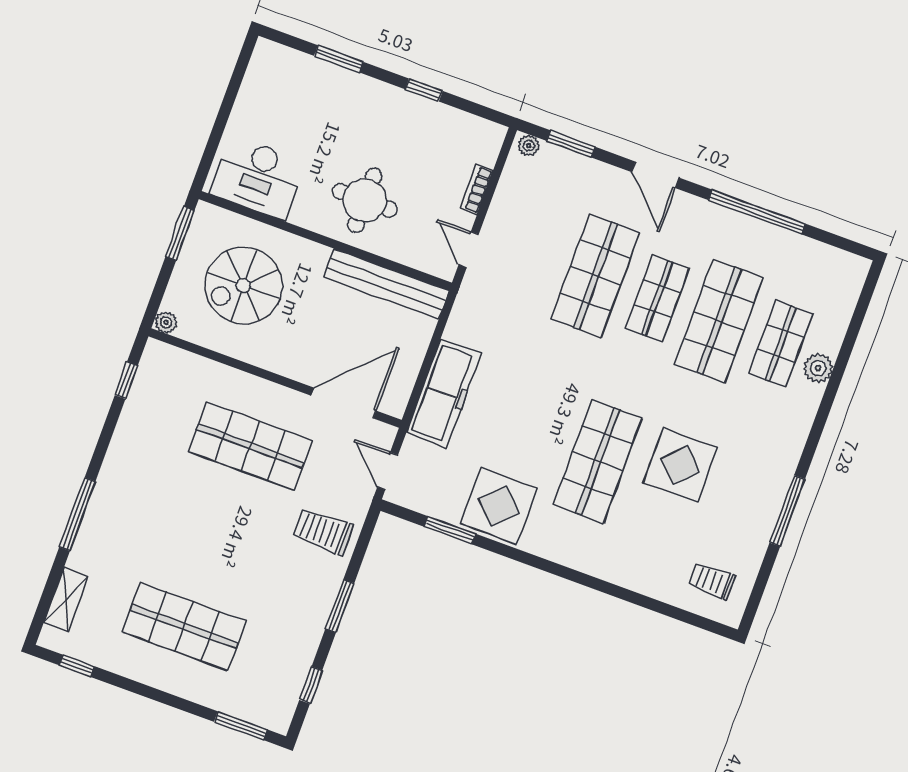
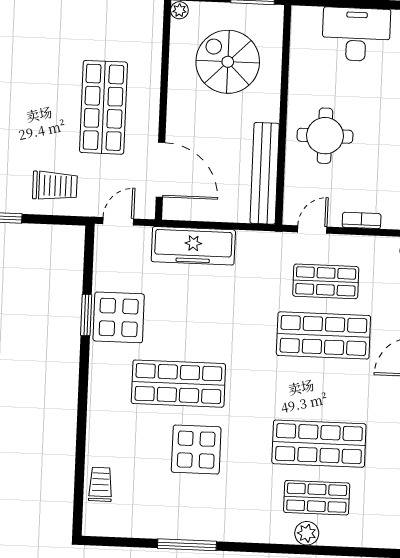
desk: (258, 178) -> (356, 34), moved, turned 90
shop shelf: (657, 298) -> (326, 281), moved
window: (450, 530) -> (86, 315), moved
trolley: (323, 531) -> (55, 186), turned 90
trolley: (712, 581) -> (100, 484), moved

